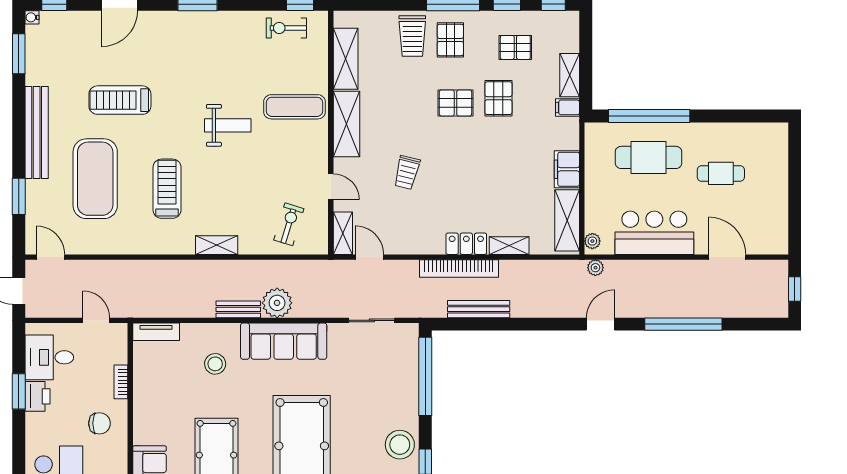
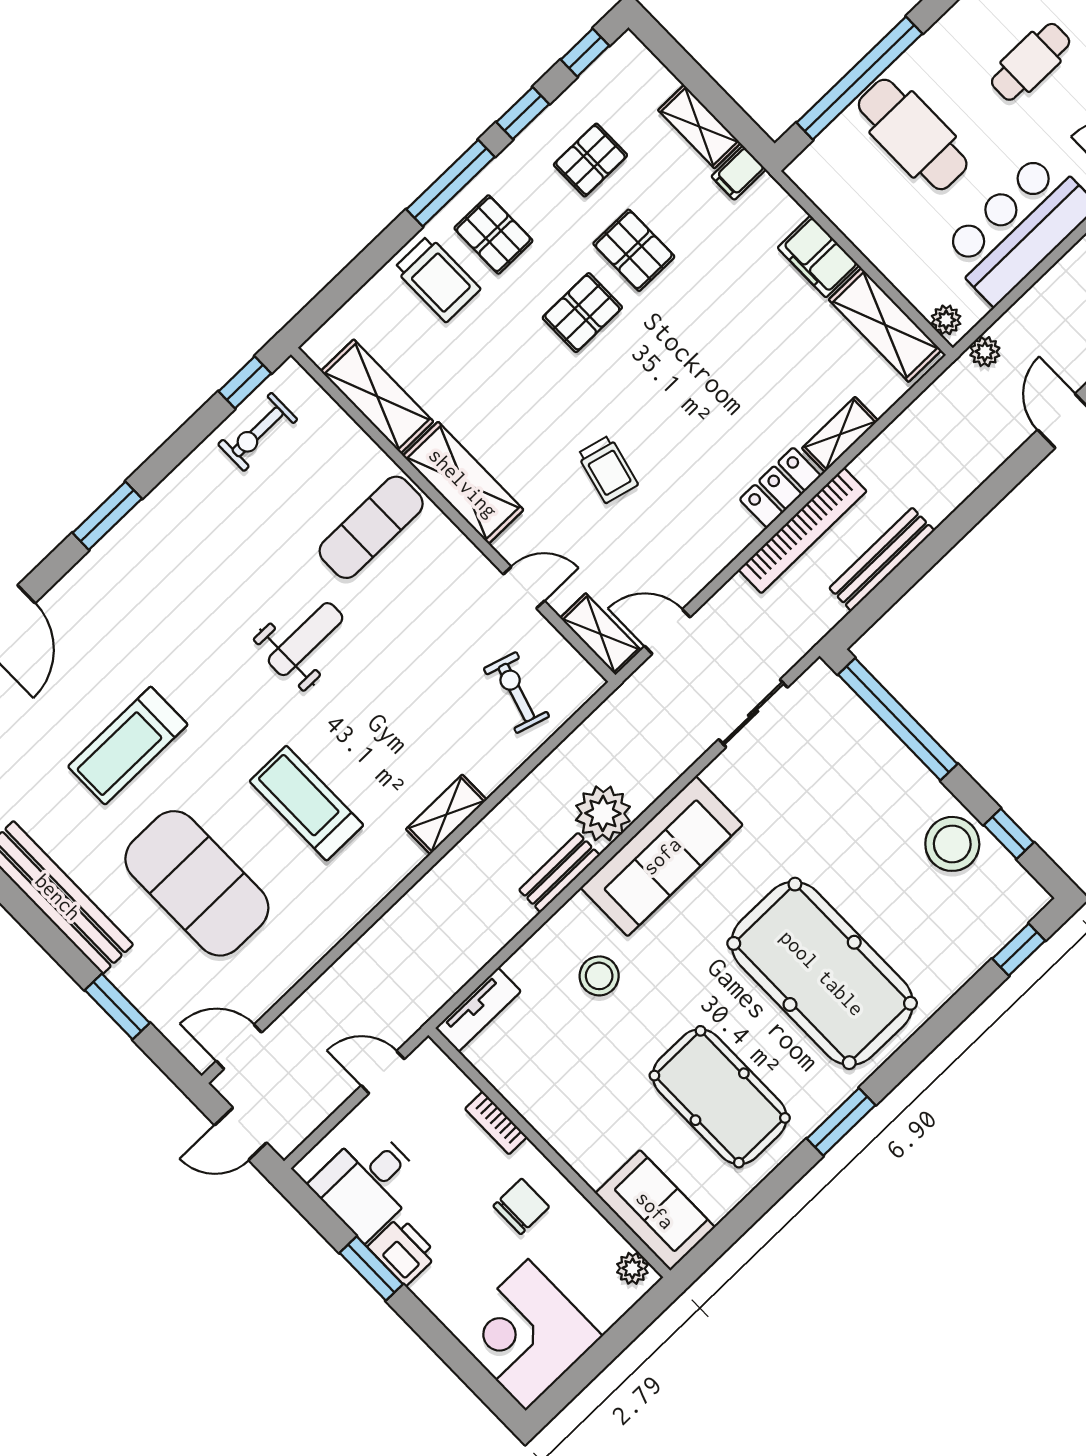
cafe table: (649, 157) -> (913, 134), turned 90

